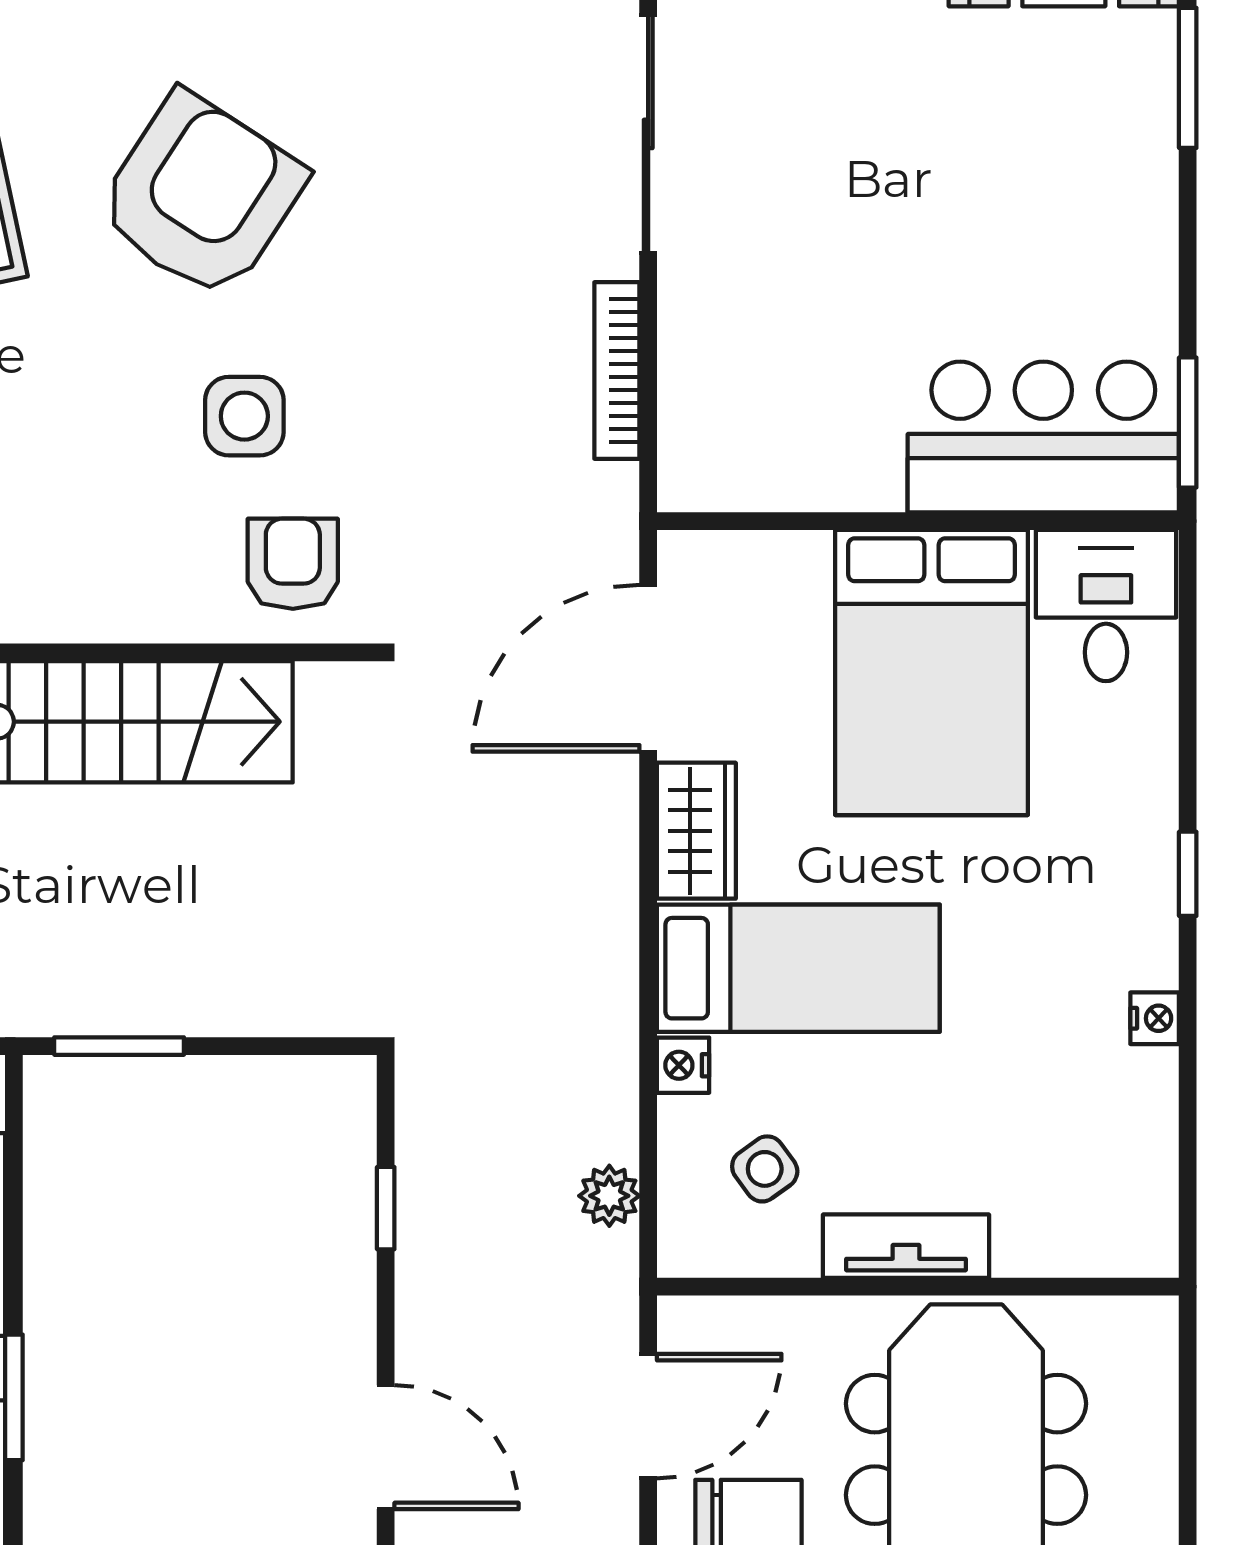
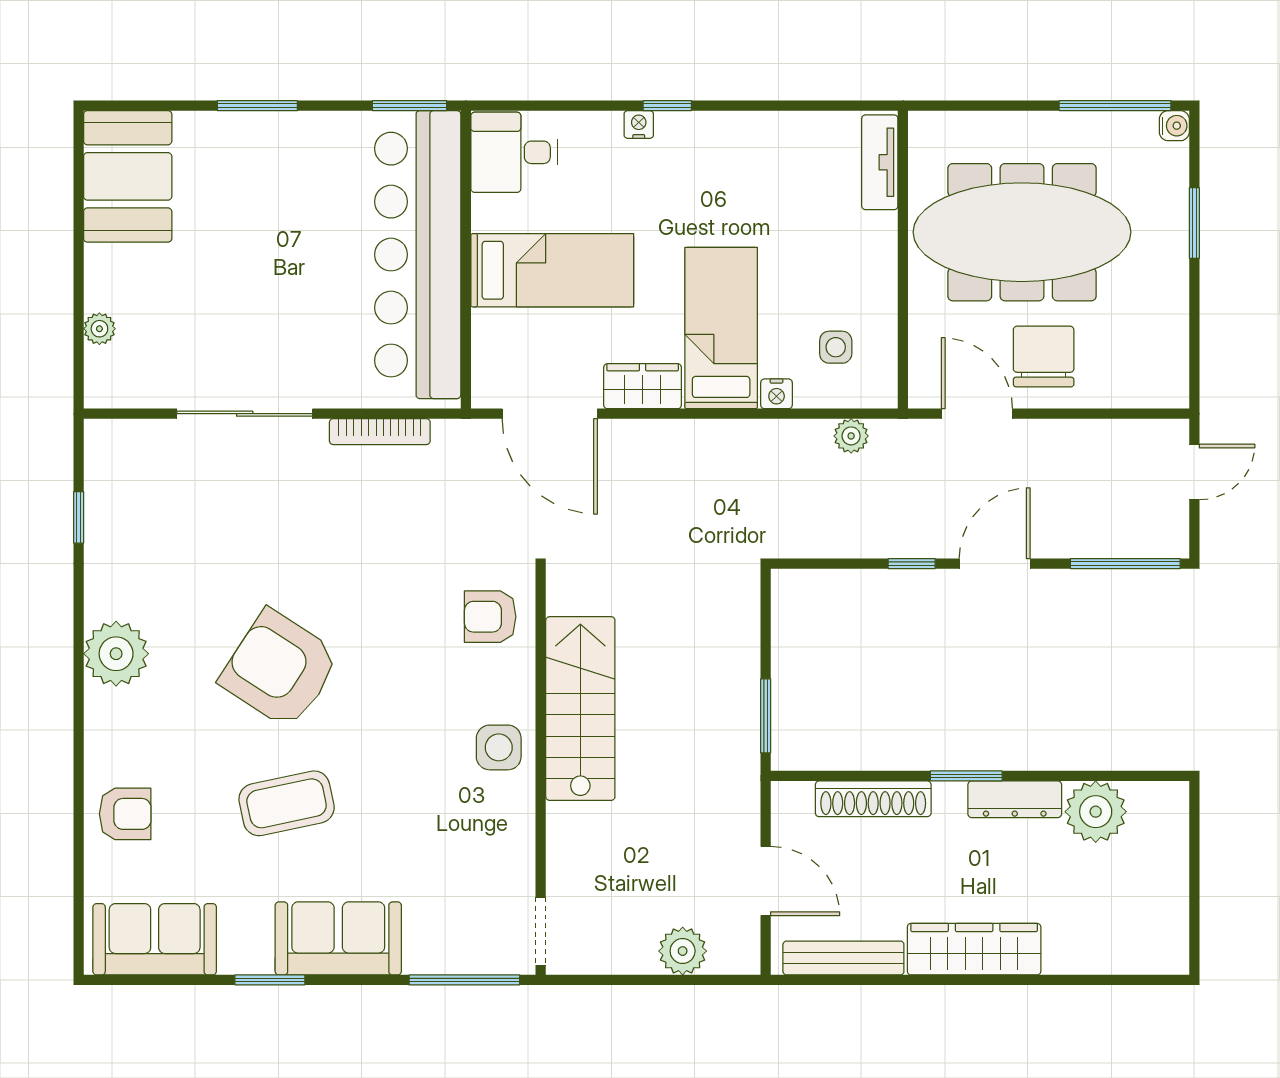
window: (1188, 78) -> (257, 106), moved
side table: (244, 416) -> (499, 747), moved
bar counter: (1043, 437) -> (418, 255), width x1.86
bed: (931, 672) -> (552, 270), width x0.67
nightstand: (1155, 1018) -> (639, 125), moved
side table: (765, 1169) -> (836, 347), turned 36
window: (386, 1208) -> (912, 564), moved
tv unit: (906, 1246) -> (880, 162), moved

